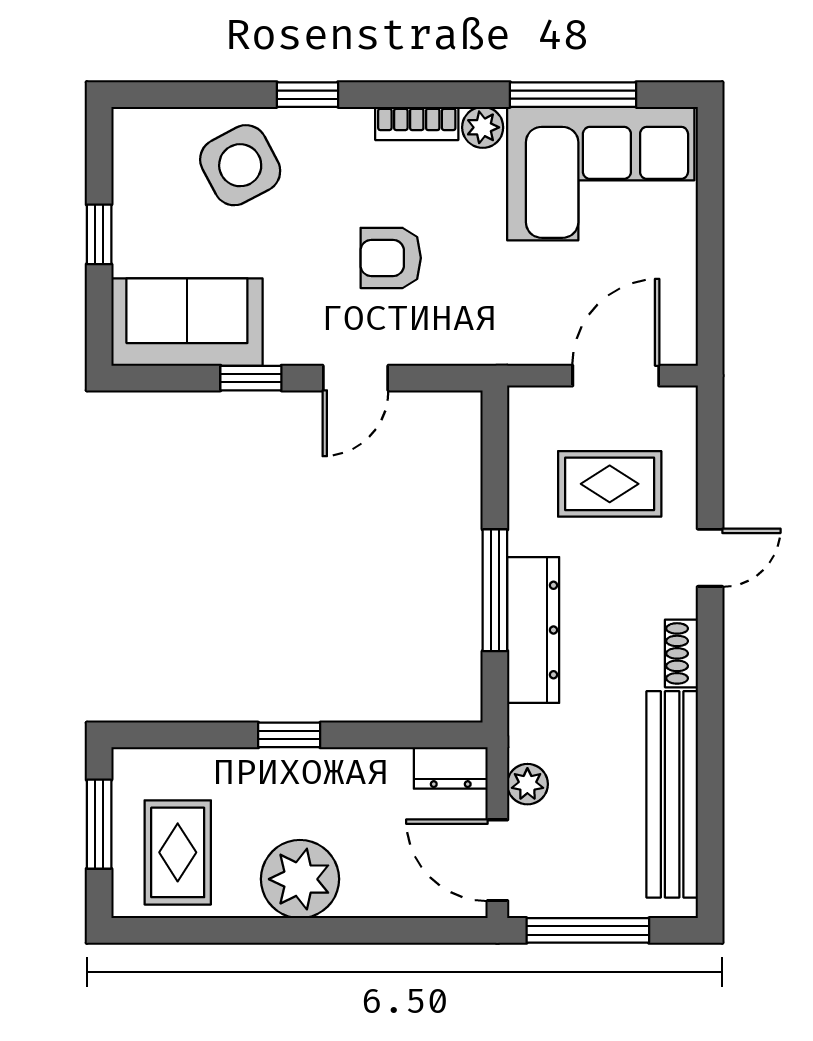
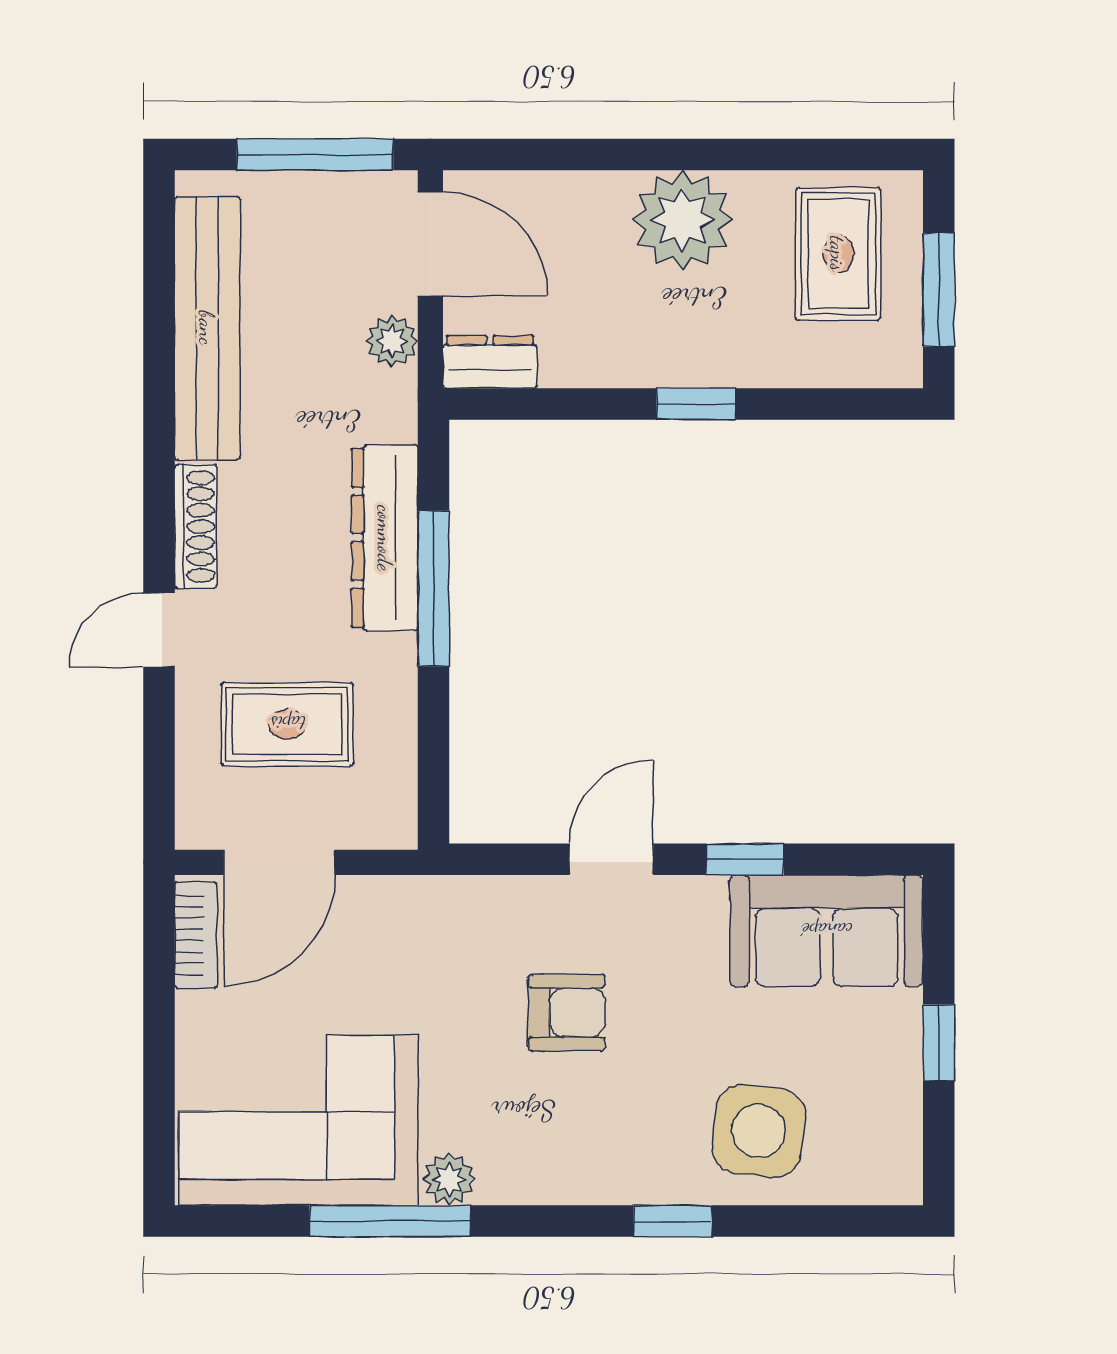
window: (573, 95) -> (390, 1221), moved
bookcase: (417, 123) -> (196, 935), moved, turned 90
side table: (240, 165) -> (759, 1131), turned 35
shoe rack: (681, 653) -> (196, 526), width x1.43

